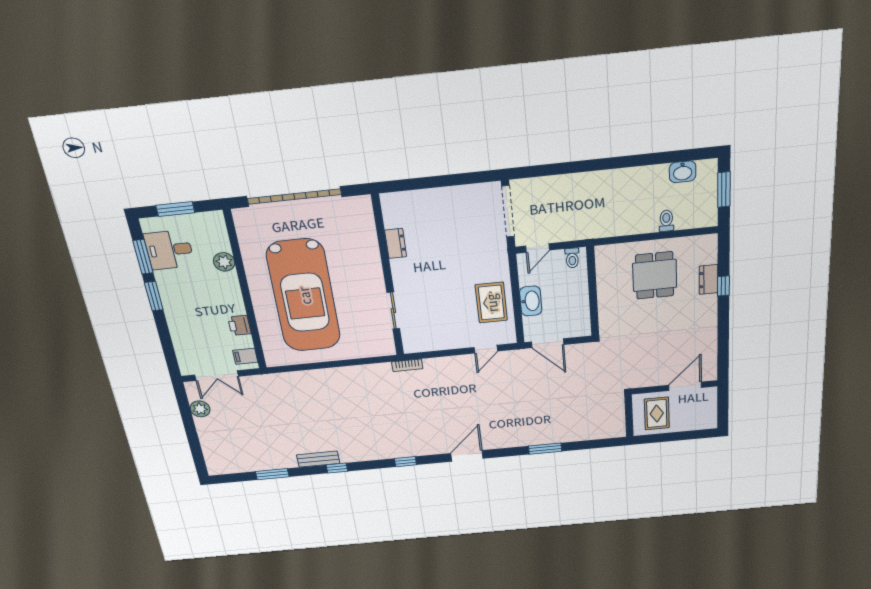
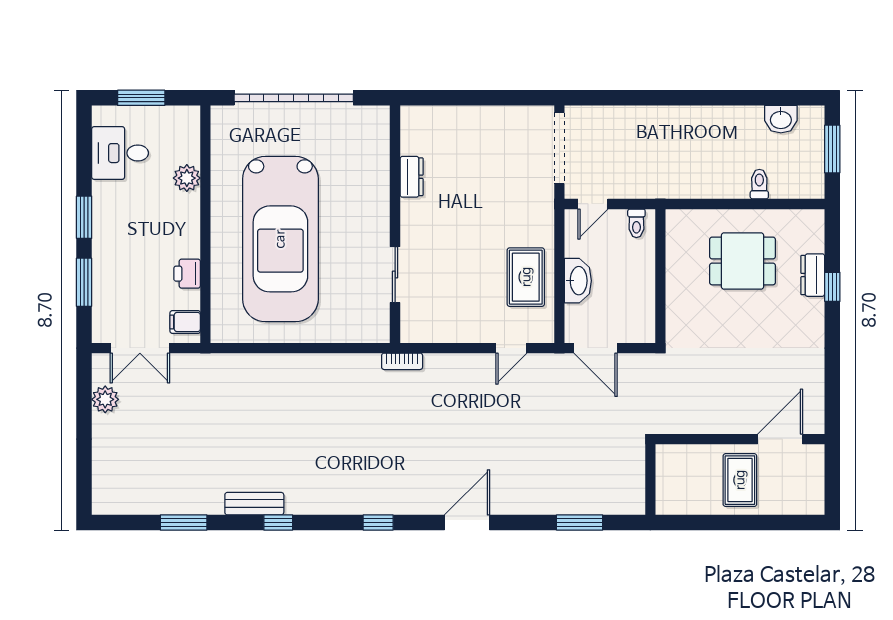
window: (143, 257) -> (84, 282), moved
dining table: (655, 275) -> (743, 261), turned 90
wall: (629, 416) -> (650, 480), moved

